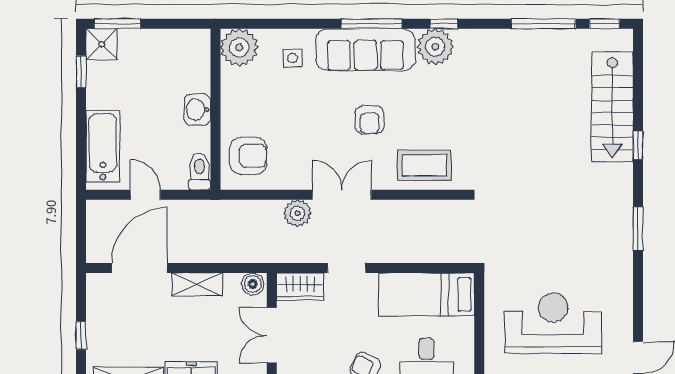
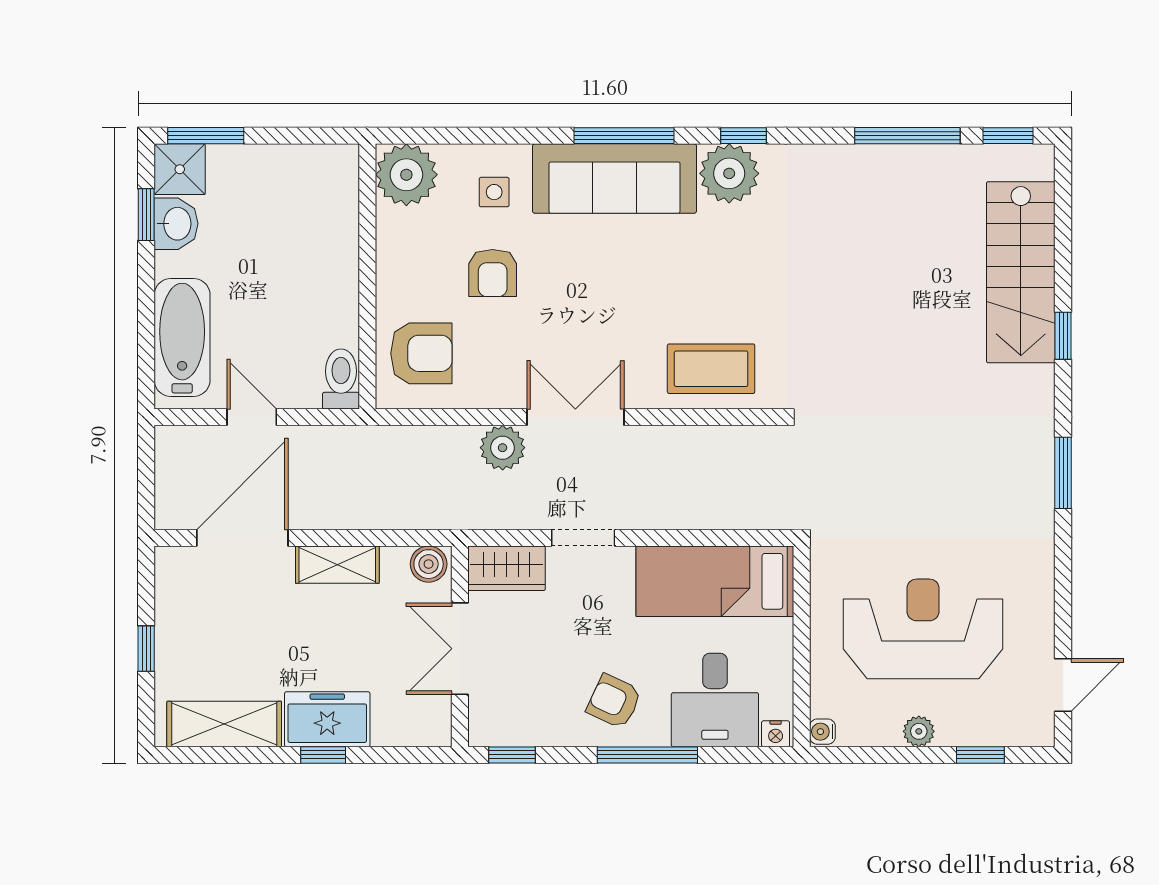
washbasin: (197, 110) -> (176, 224), moved, turned 180
armchair: (370, 120) -> (493, 273), moved

